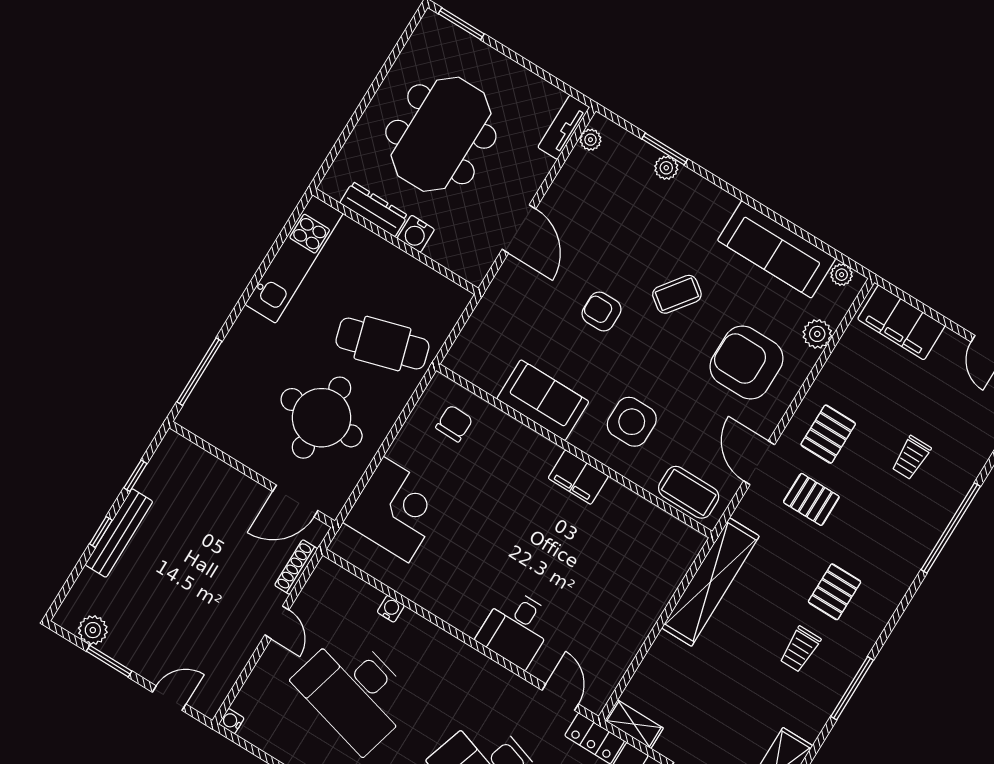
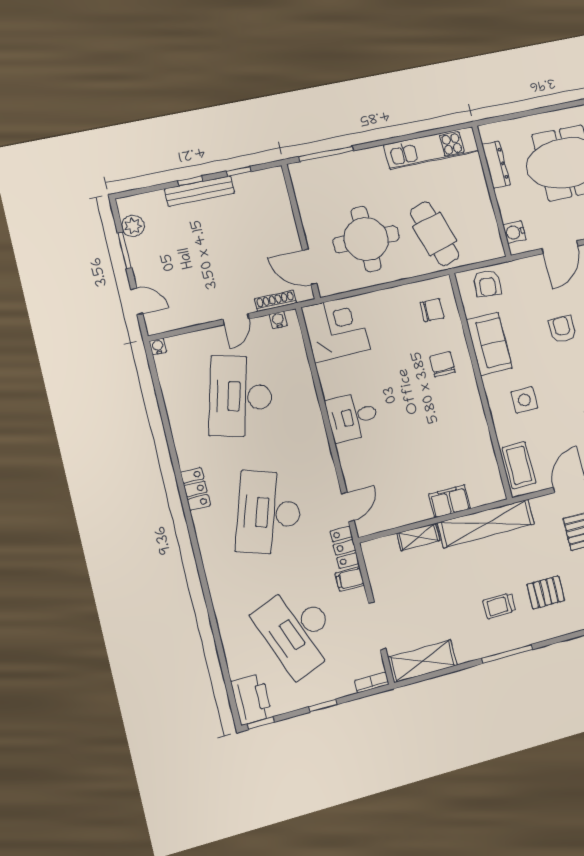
water cooler: (416, 234) -> (515, 232), moved
armchair: (482, 341) -> (487, 283), added
side table: (632, 422) -> (524, 400), width x0.73, depth x0.73
chair: (517, 467) -> (442, 364), added
filing cabinet: (578, 477) -> (450, 501), moved, turned 90
corner desk: (396, 510) -> (336, 329), moved, turned -90
water cooler: (391, 609) -> (278, 320), moved, turned -90
desk: (516, 628) -> (353, 417), moved
shelving: (634, 724) -> (418, 537), moved, turned 90

